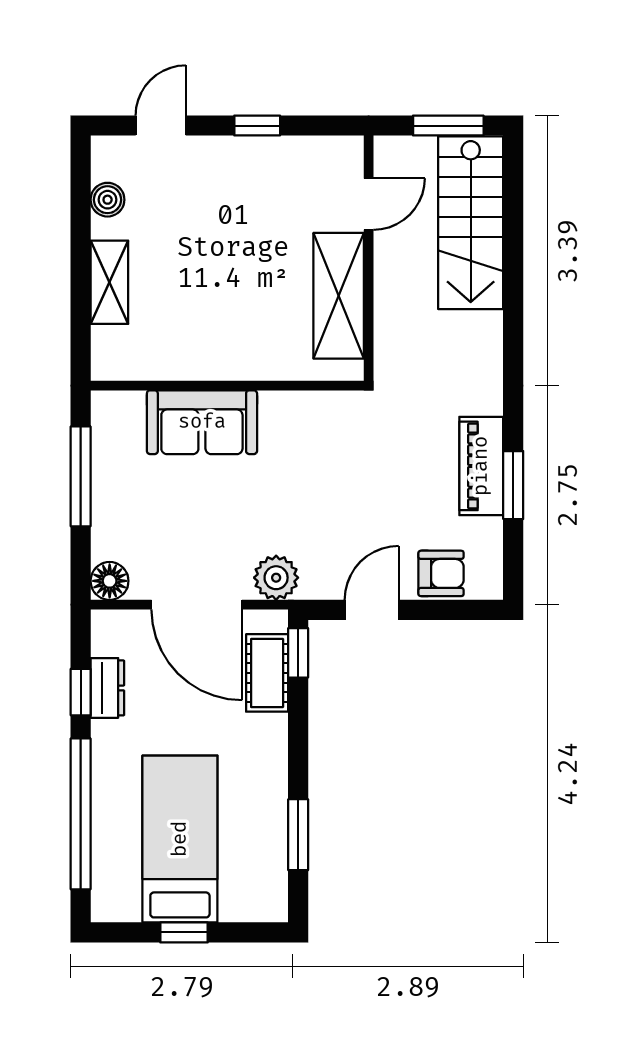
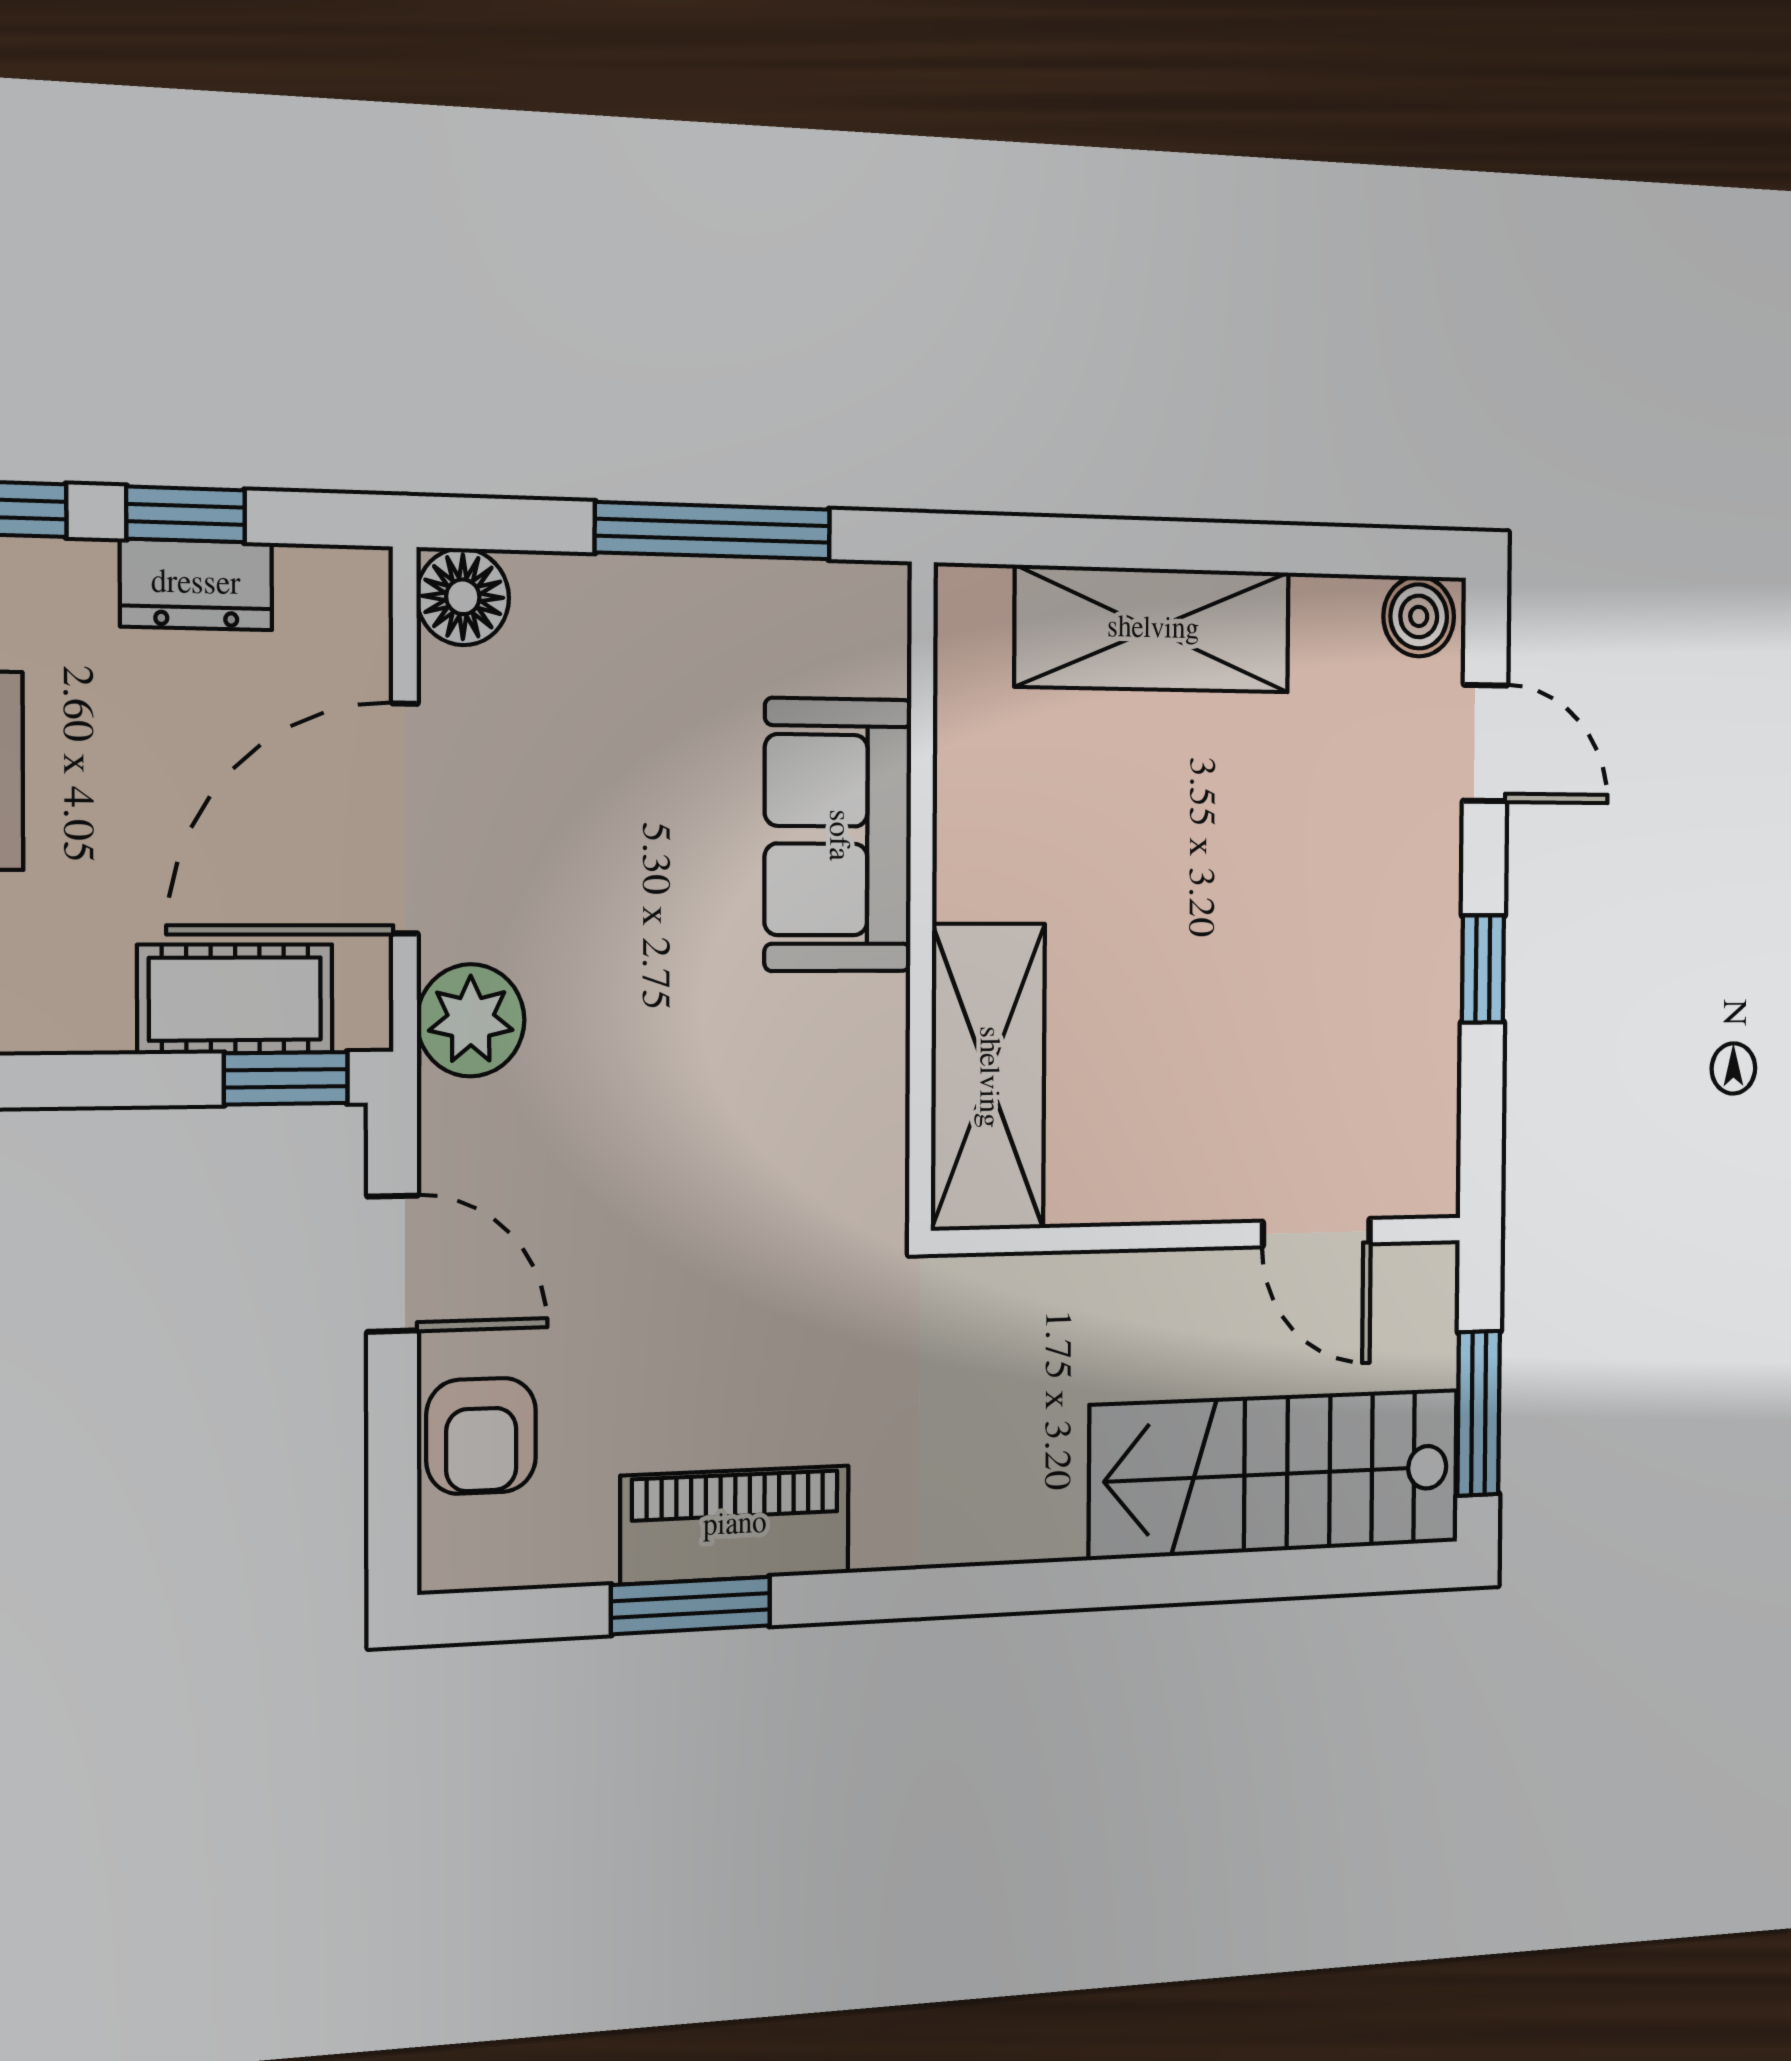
boiler: (108, 200) -> (1419, 616), moved
shelving: (109, 282) -> (1153, 629), width x1.50, depth x1.33
shelving: (339, 296) -> (988, 1077), moved, turned 90

